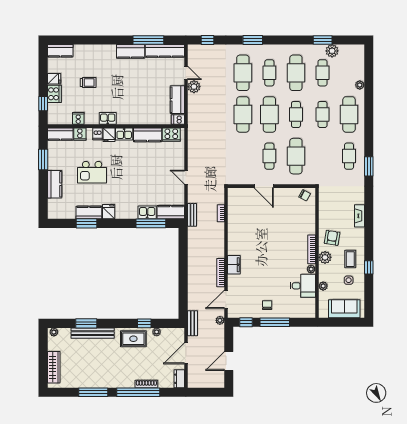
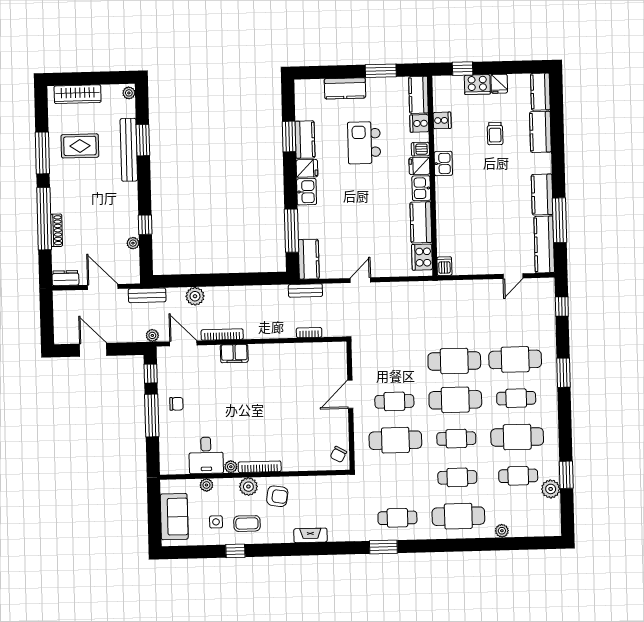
plant: (194, 87) -> (195, 296), moved
kitchen counter: (177, 100) -> (540, 132), moved, turned -90
kitchen sink: (147, 212) -> (307, 192), moved
rug: (133, 339) -> (80, 146), moved, turned 90

